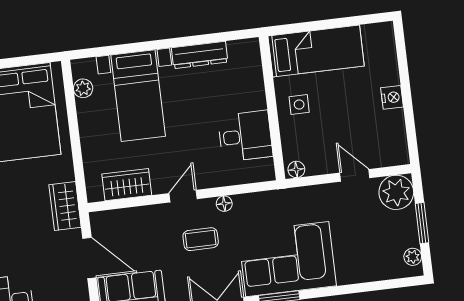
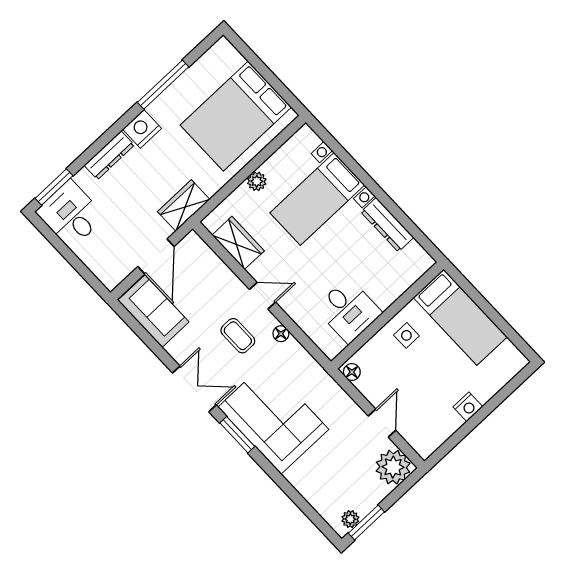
plant: (83, 88) -> (257, 181), moved
window: (422, 223) -> (366, 522), moved

